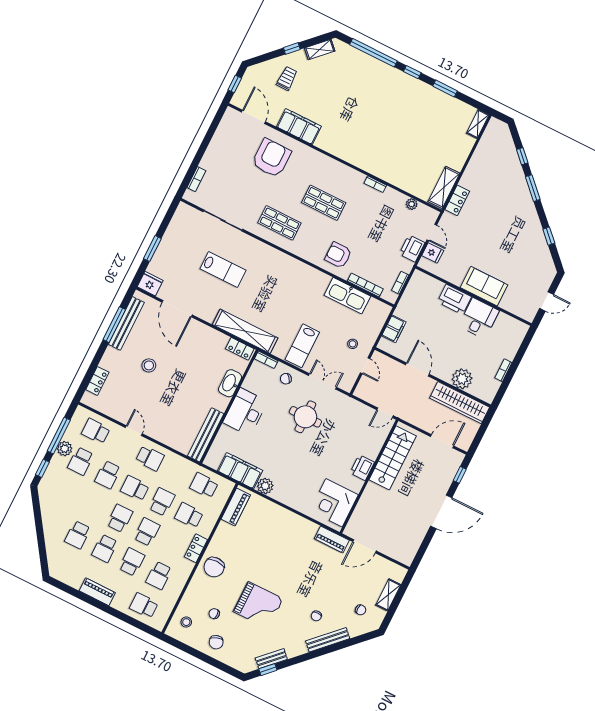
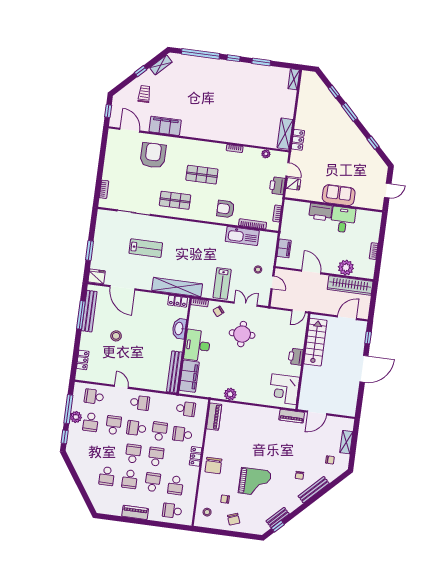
filing cabinet: (240, 471) -> (189, 376), moved, turned 90
school desk: (108, 475) -> (114, 425), turned 180
school desk: (204, 485) -> (186, 409), turned 180

